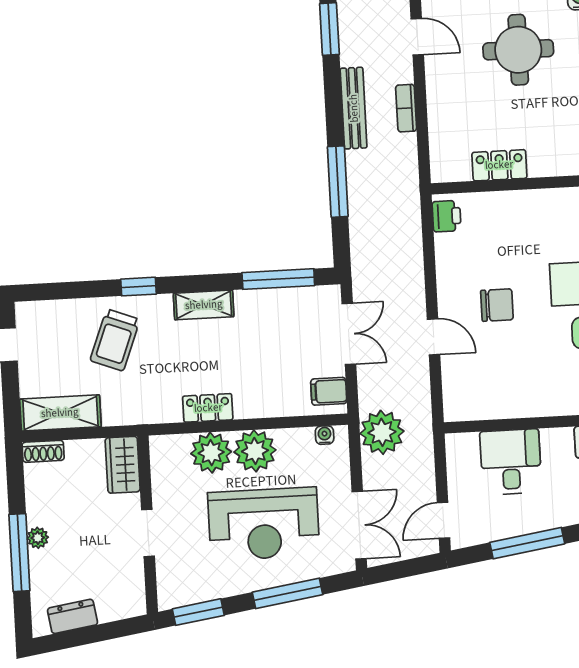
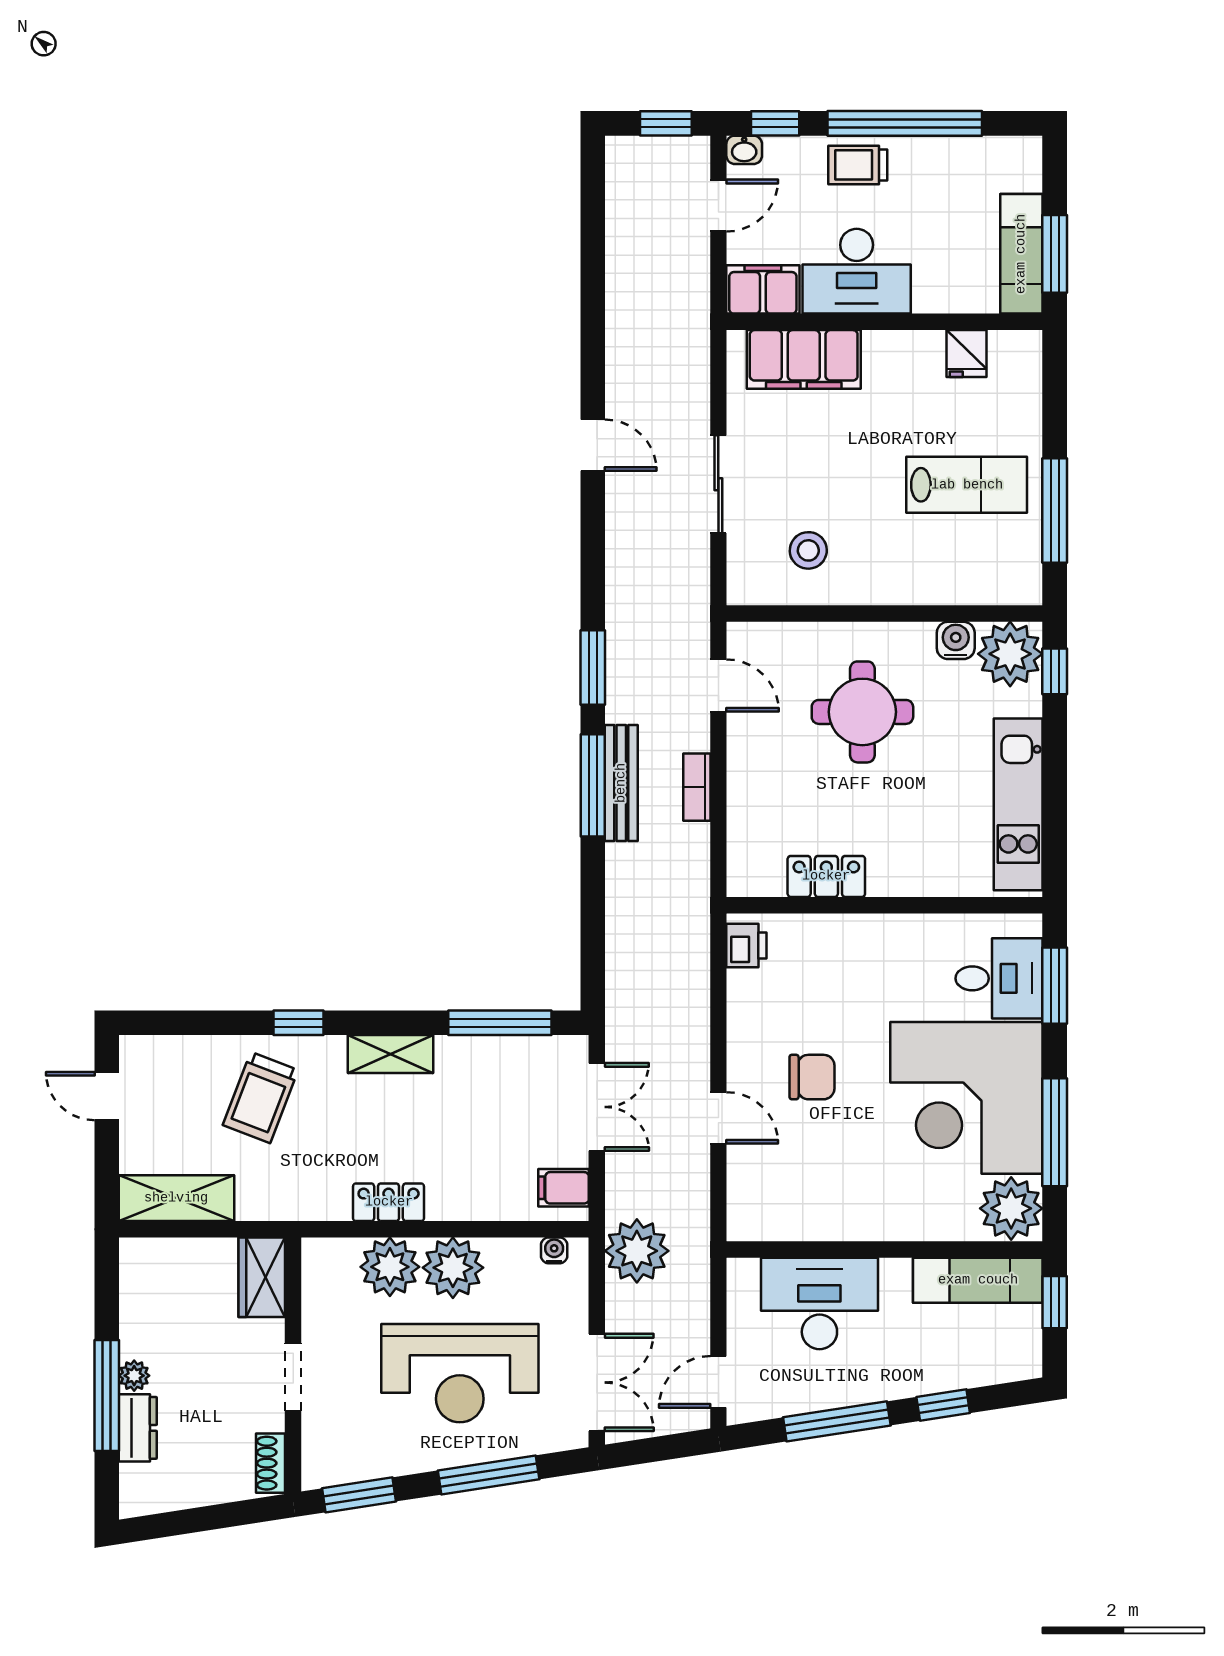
window: (338, 182) -> (593, 785), moved
shoe rack: (43, 451) -> (270, 1463), moved, turned 90
desk: (511, 462) -> (819, 1303), width x1.37
dresser: (72, 616) -> (138, 1428), moved, turned 99

